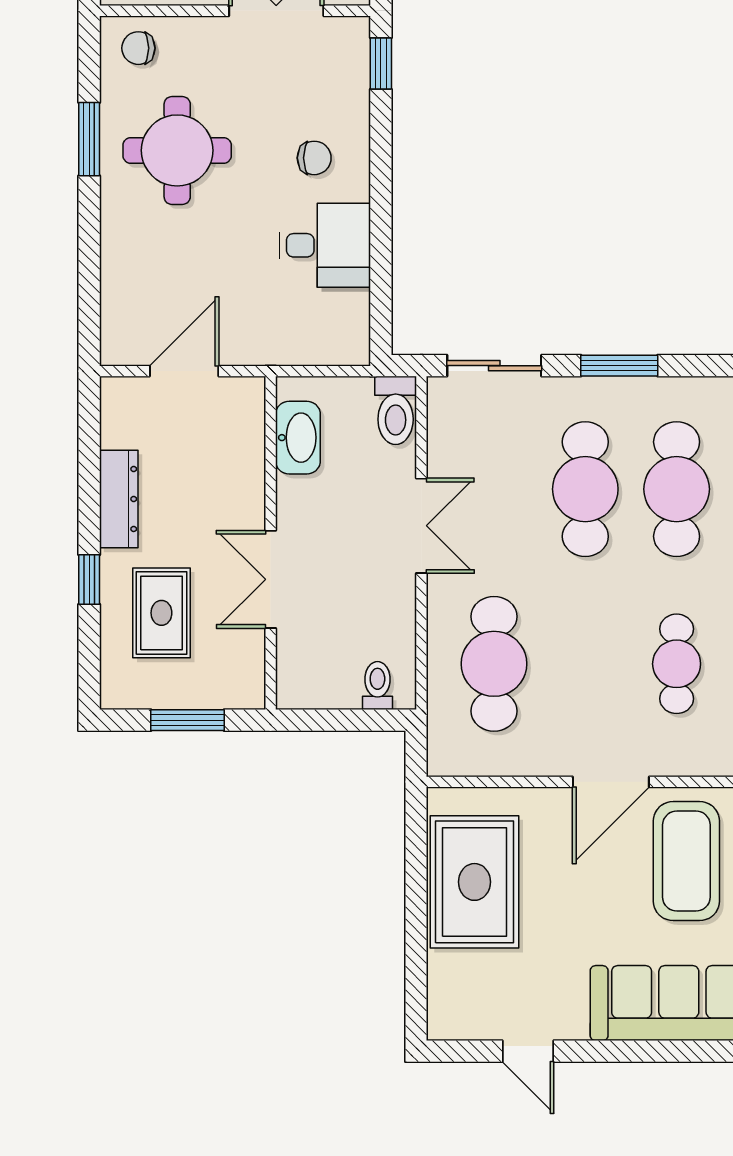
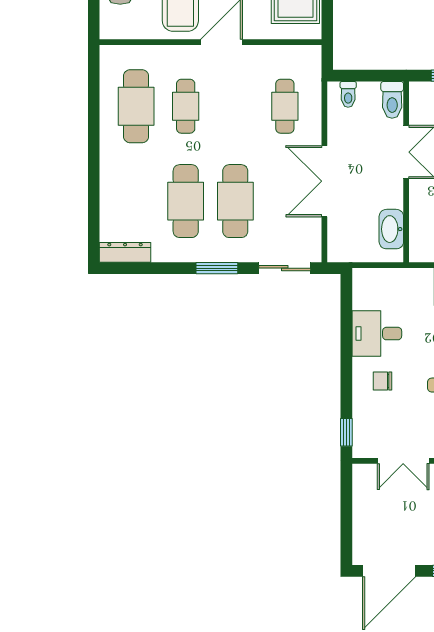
toilet: (396, 410) -> (392, 100), moved, turned 180
double door: (421, 526) -> (324, 181), width x1.37
cafe table: (494, 664) -> (285, 106), width x0.73, depth x0.74

